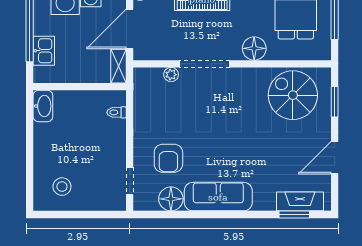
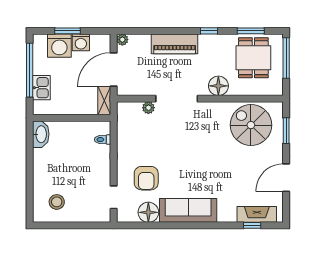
window: (294, 214) -> (252, 225), width x0.67

